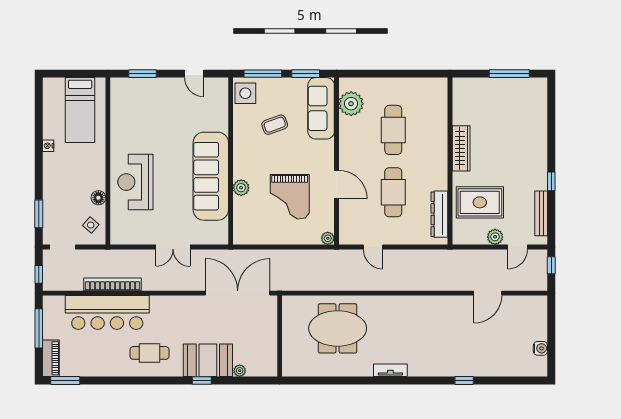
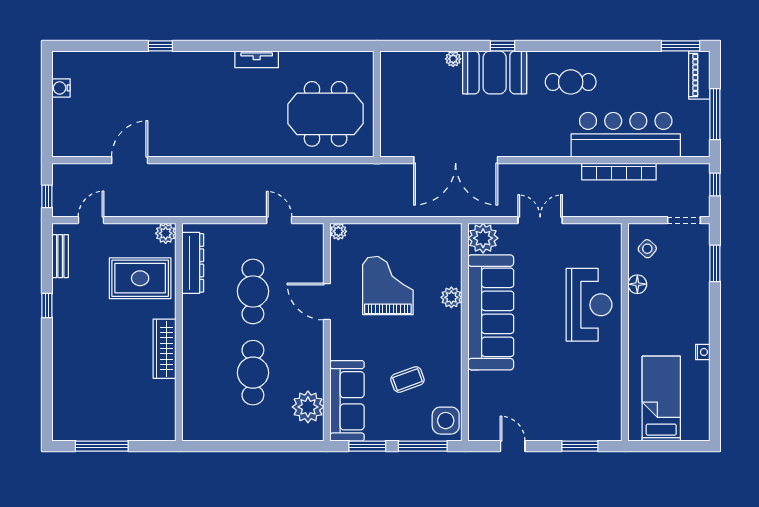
bench: (541, 213) -> (60, 256), width x0.73
plant: (217, 233) -> (483, 238), added
plant: (495, 237) -> (166, 233), moved
wall: (280, 336) -> (377, 104), moved

